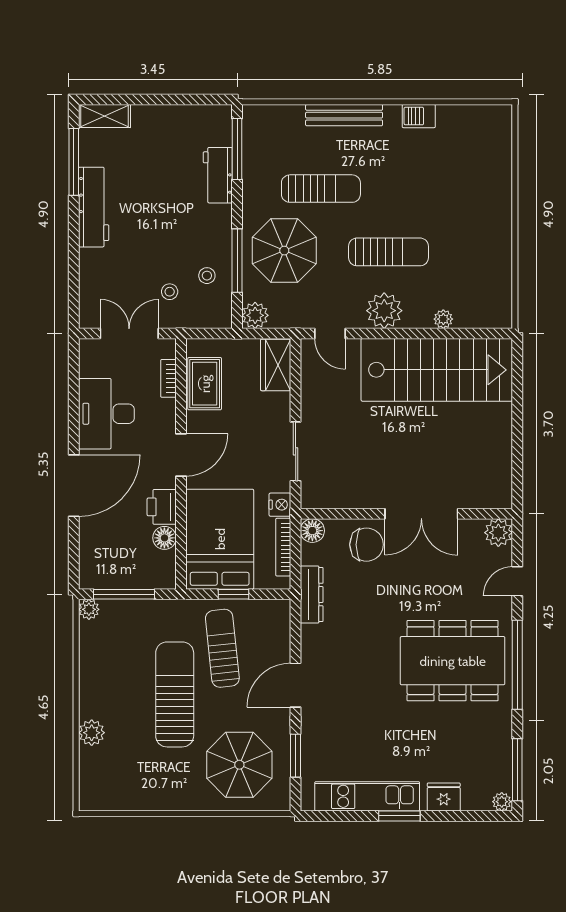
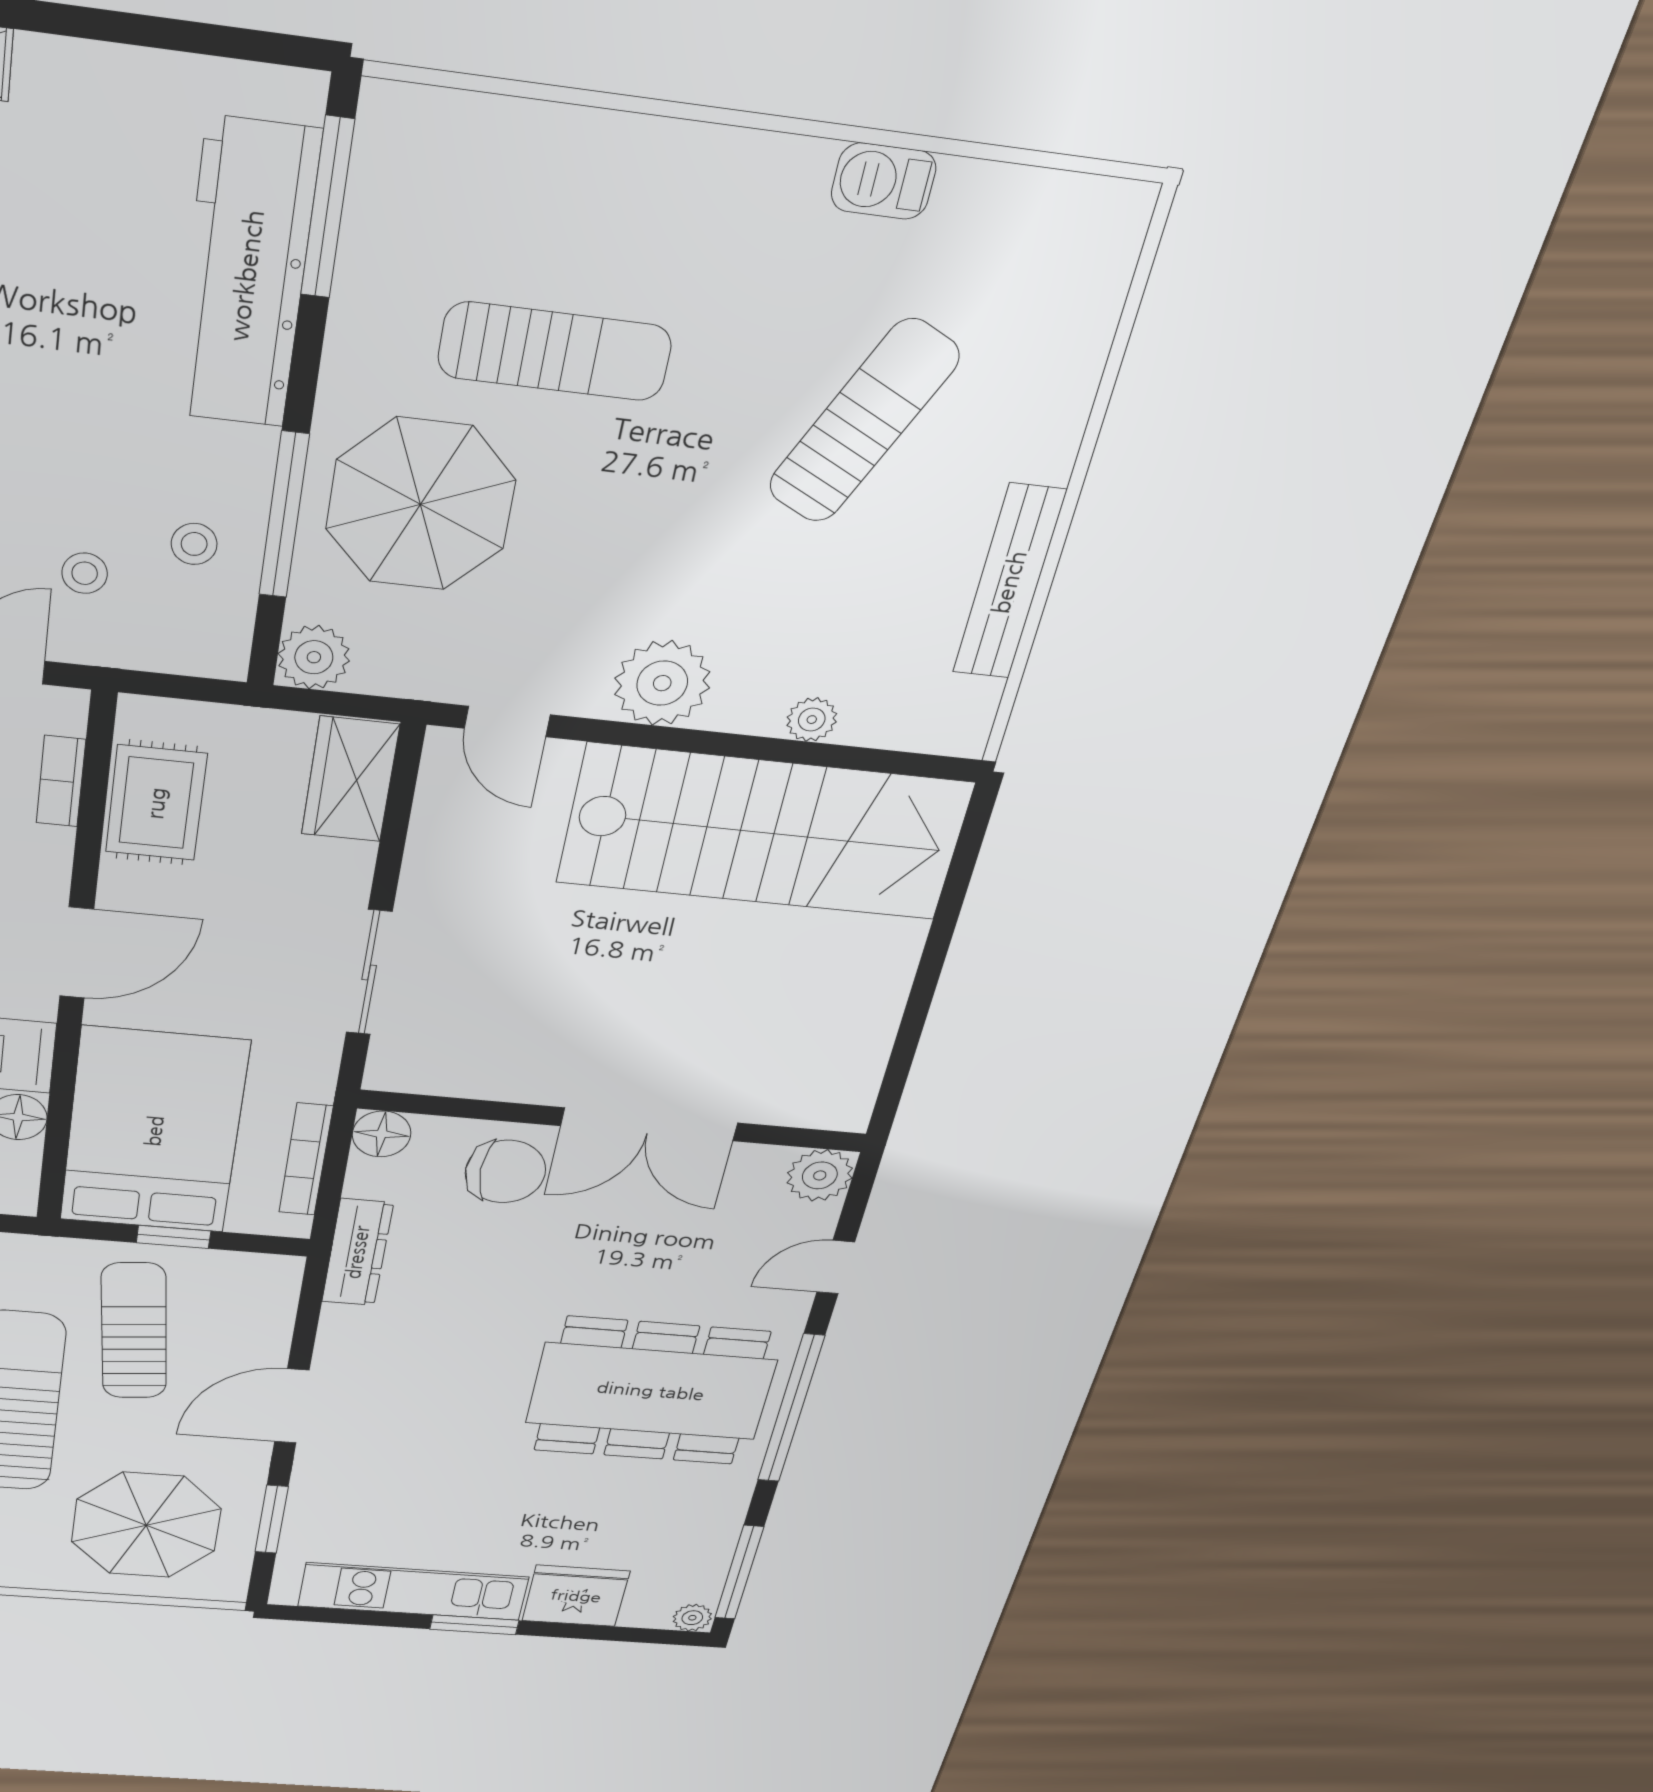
bench: (344, 115) -> (1009, 582), moved, turned 90
workbench: (218, 175) -> (246, 275), width x1.88, depth x1.32
sun lounger: (388, 252) -> (864, 422), moved, turned -64
nightstand: (280, 505) -> (312, 1077), removed
fridge: (444, 797) -> (576, 1596), width x1.36, depth x1.34

